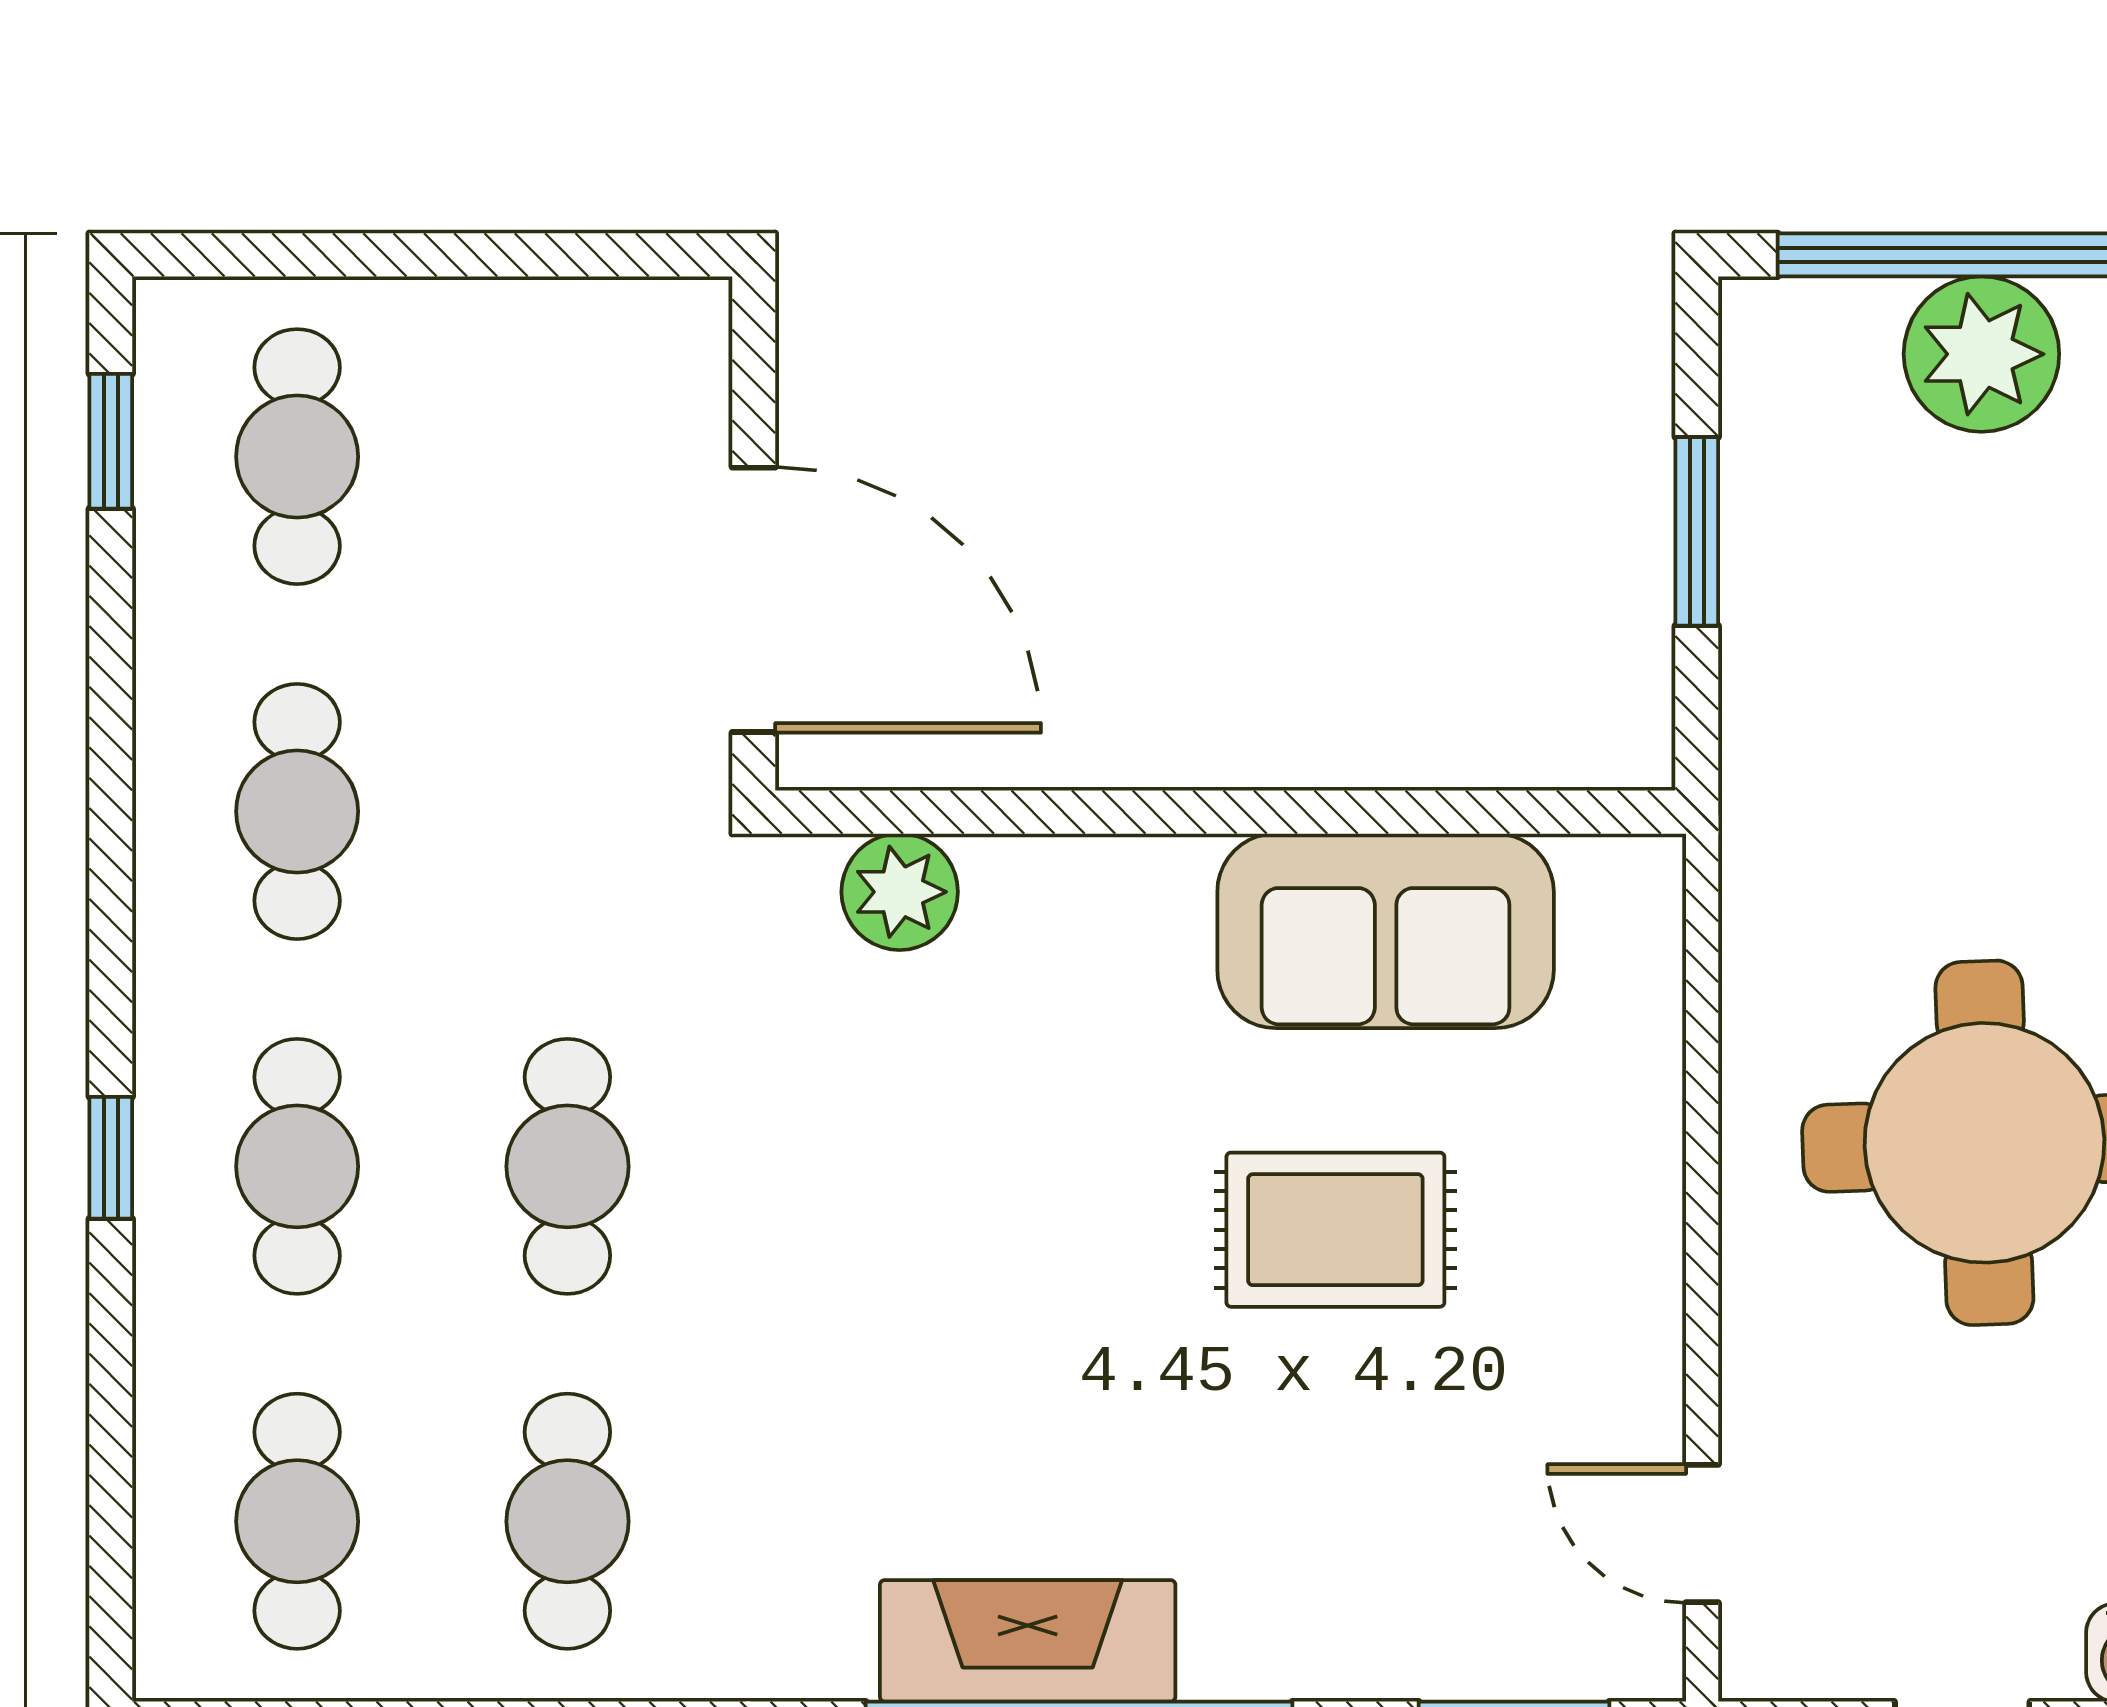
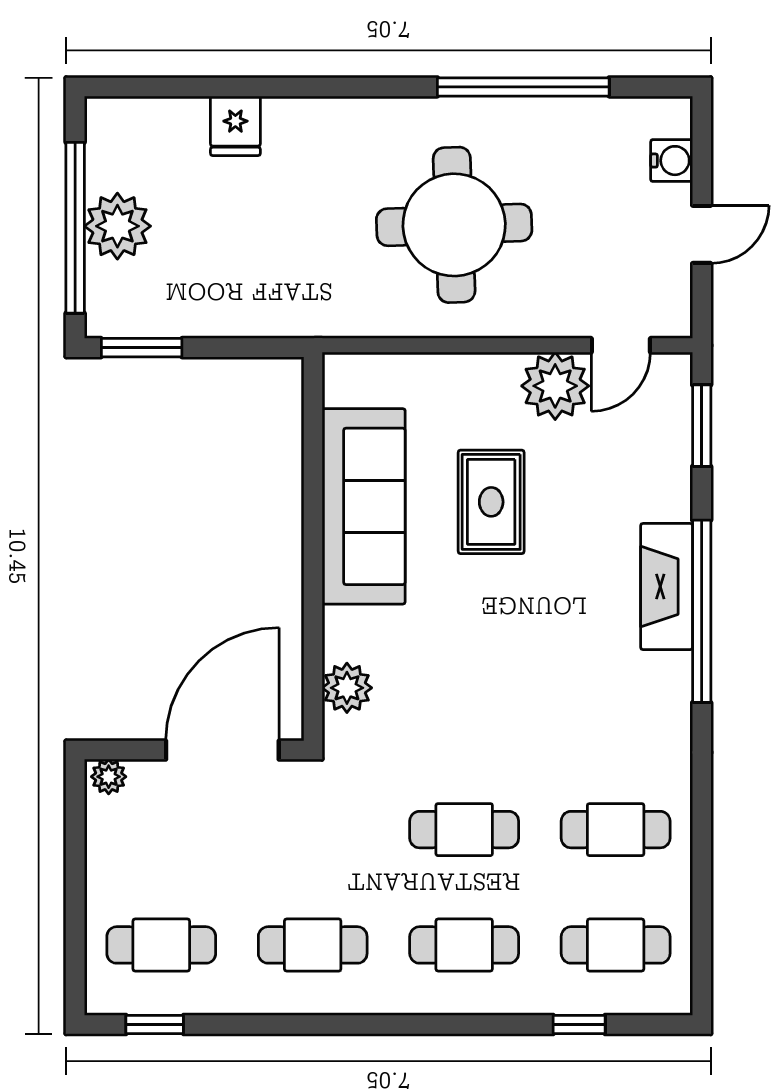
plant: (692, 333) -> (109, 777), added
window: (1697, 531) -> (142, 348), moved
sofa: (1386, 931) -> (364, 506), width x1.36
window: (111, 1158) -> (579, 1025), moved
plant: (1607, 1380) -> (555, 386), added
fireplace: (1028, 1641) -> (667, 587), moved

